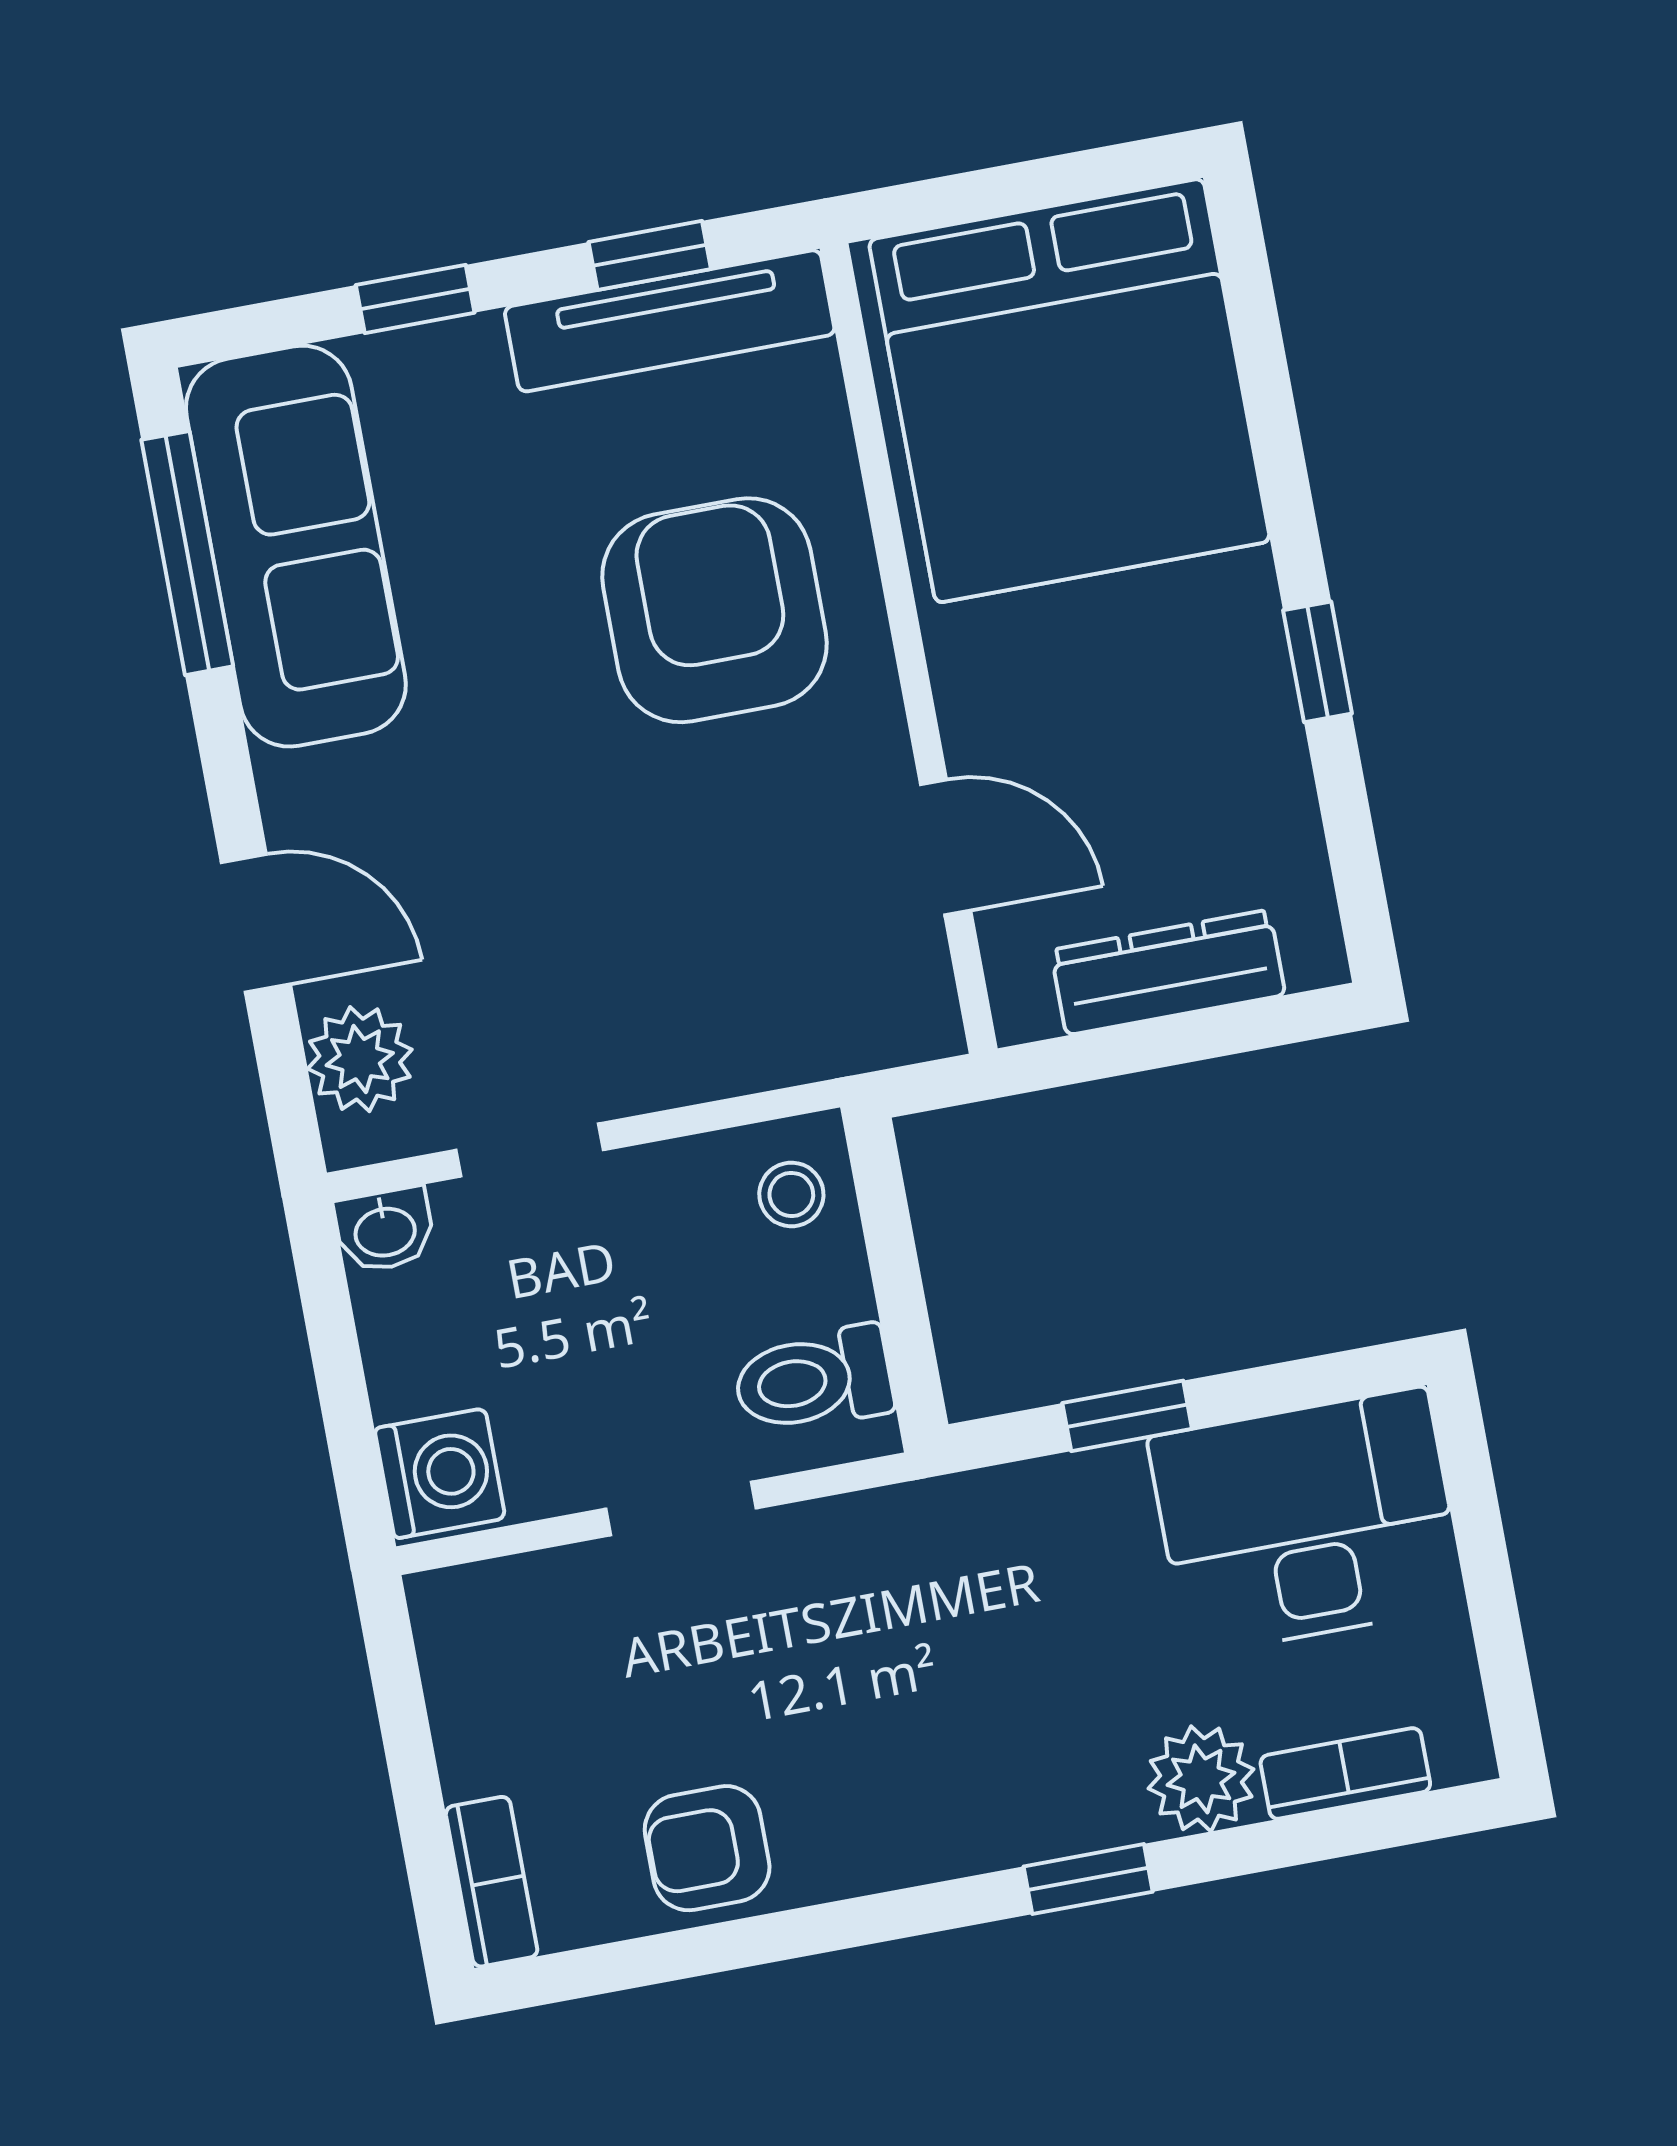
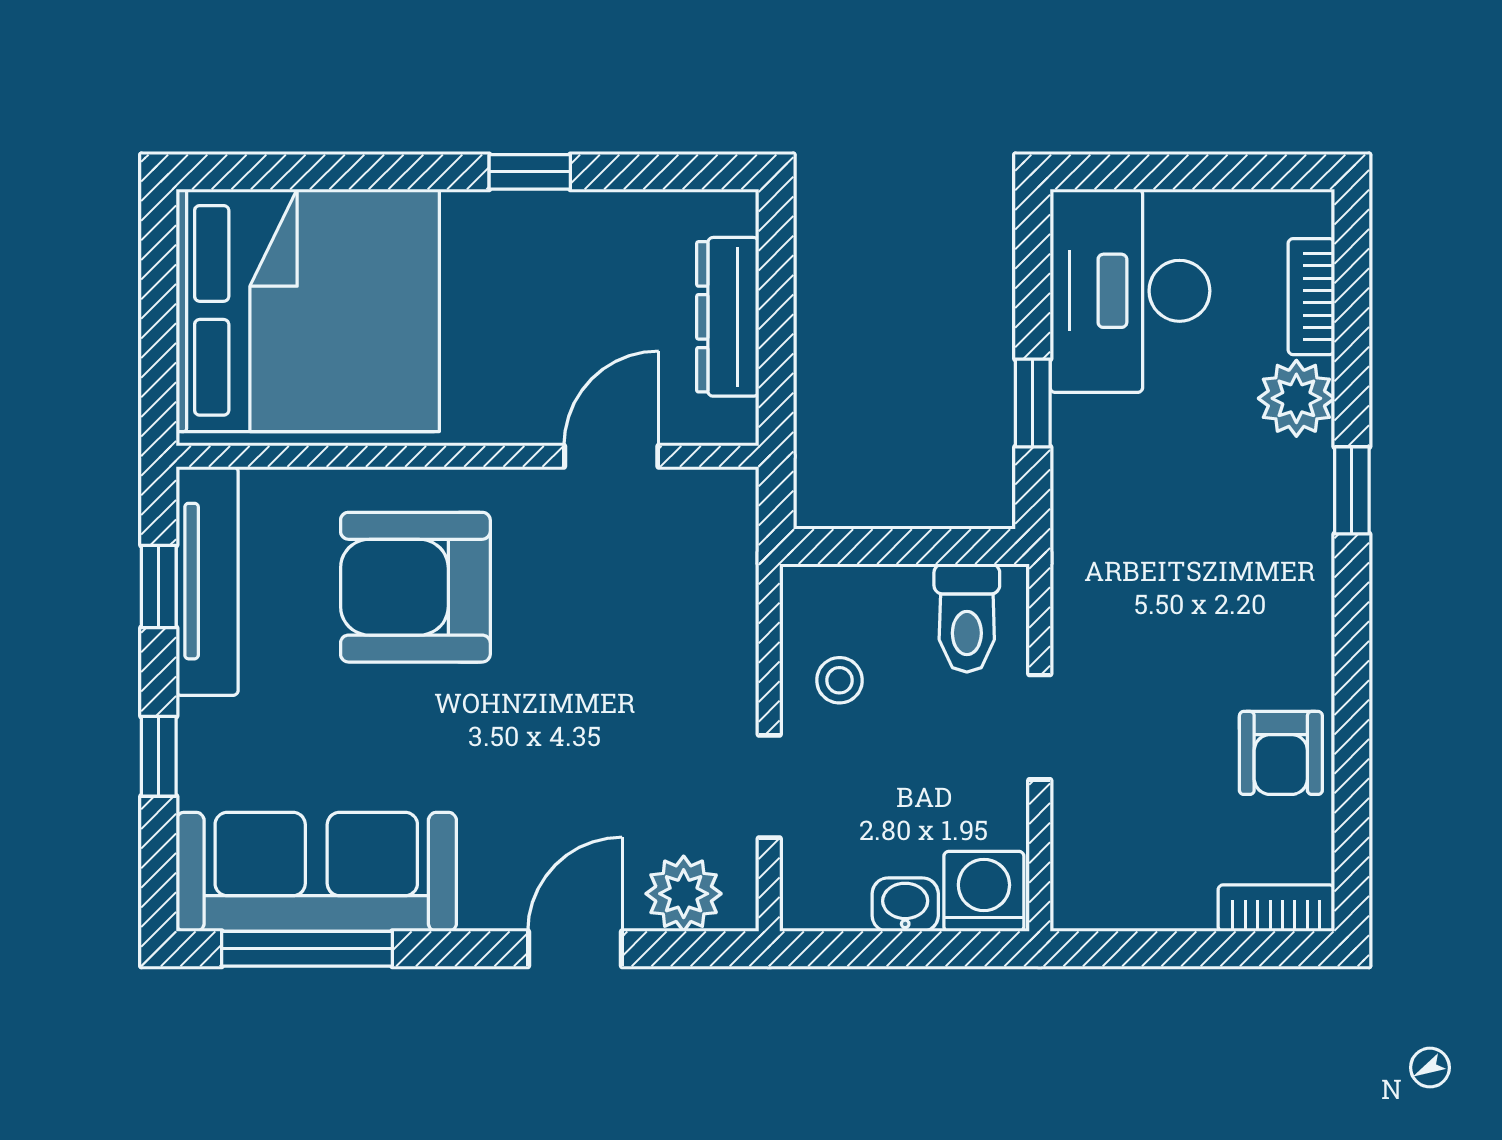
stool: (791, 1194) -> (839, 680), moved
washbasin: (385, 1230) -> (905, 905), moved, turned -90

